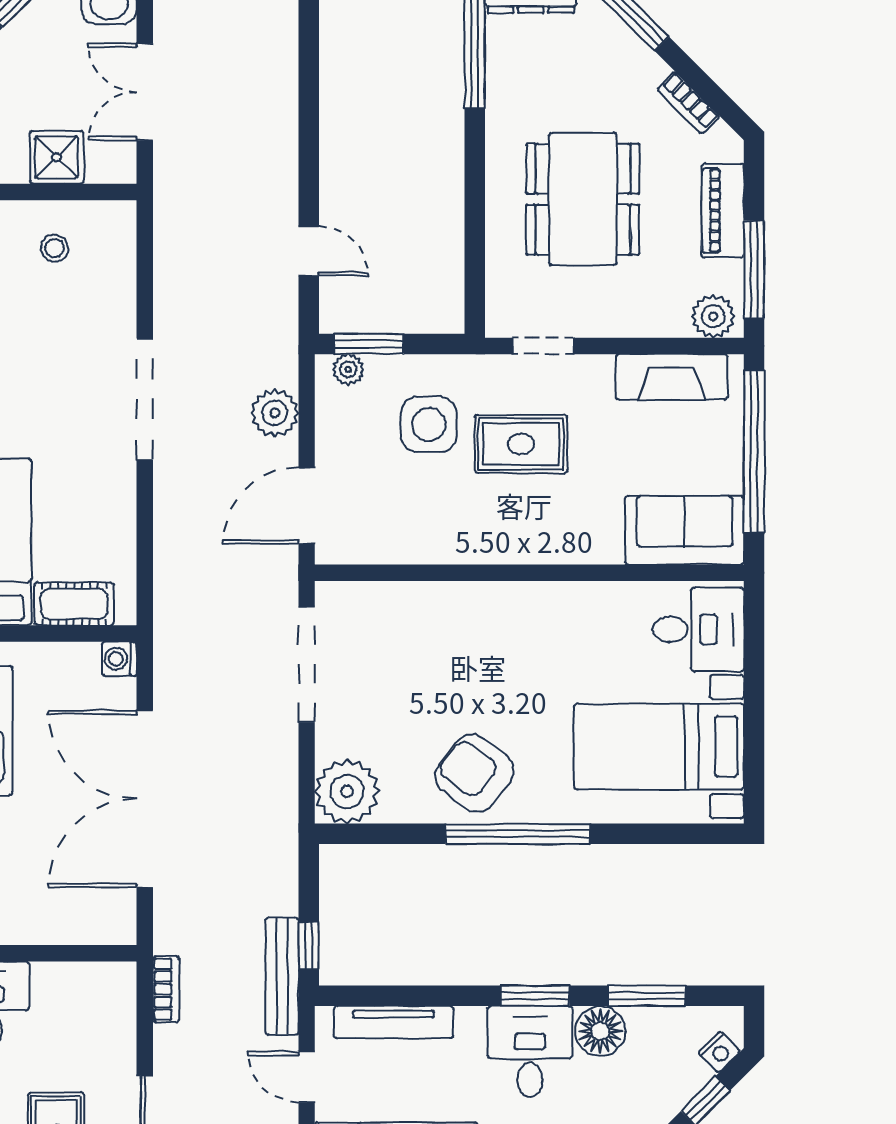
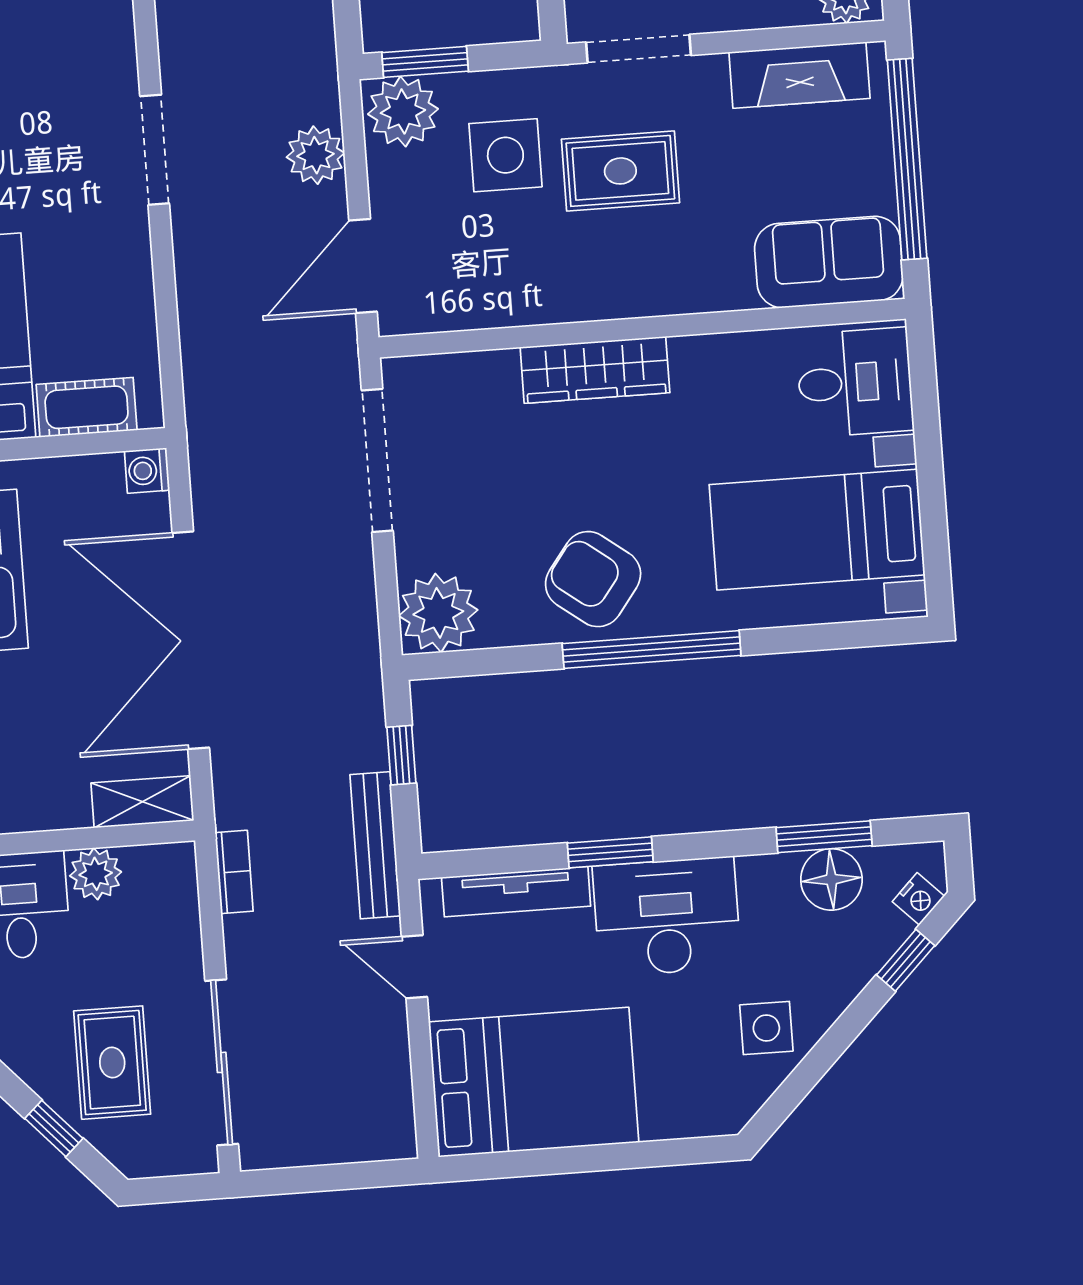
doorway: (543, 346) -> (639, 49), width x1.38
plant: (348, 369) -> (403, 111), width x1.87, depth x1.87
doorway: (145, 399) -> (155, 150), width x0.73
wardrobe: (489, 604) -> (595, 370), added
shelving: (96, 927) -> (142, 802), added
window: (309, 946) -> (401, 755), moved
plant: (54, 983) -> (96, 874), added
window: (535, 996) -> (610, 852), moved
floor lamp: (600, 1031) -> (831, 879), moved
desk: (530, 1051) -> (667, 917), width x1.37

